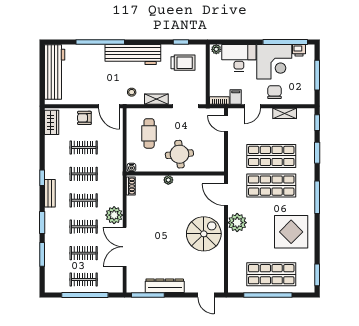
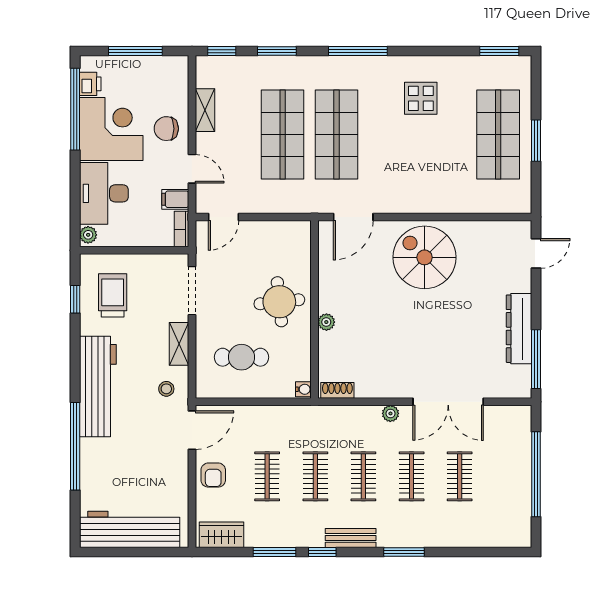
plant: (114, 215) -> (390, 413), width x0.53, depth x0.53
plant: (237, 223) -> (404, 197), removed
display table: (291, 232) -> (421, 98), width x0.54, depth x0.54
window: (42, 254) -> (274, 552), moved
clothes rail: (84, 280) -> (508, 476), removed
window: (268, 295) -> (536, 141), width x0.47

